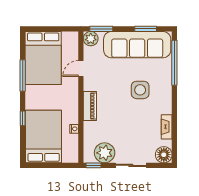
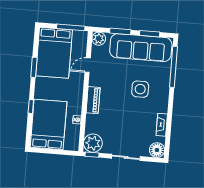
window: (59, 29) -> (71, 27), added
window: (101, 29) -> (120, 31), moved
window: (23, 76) -> (34, 67), width x0.69
plant: (105, 153) -> (93, 143), moved

